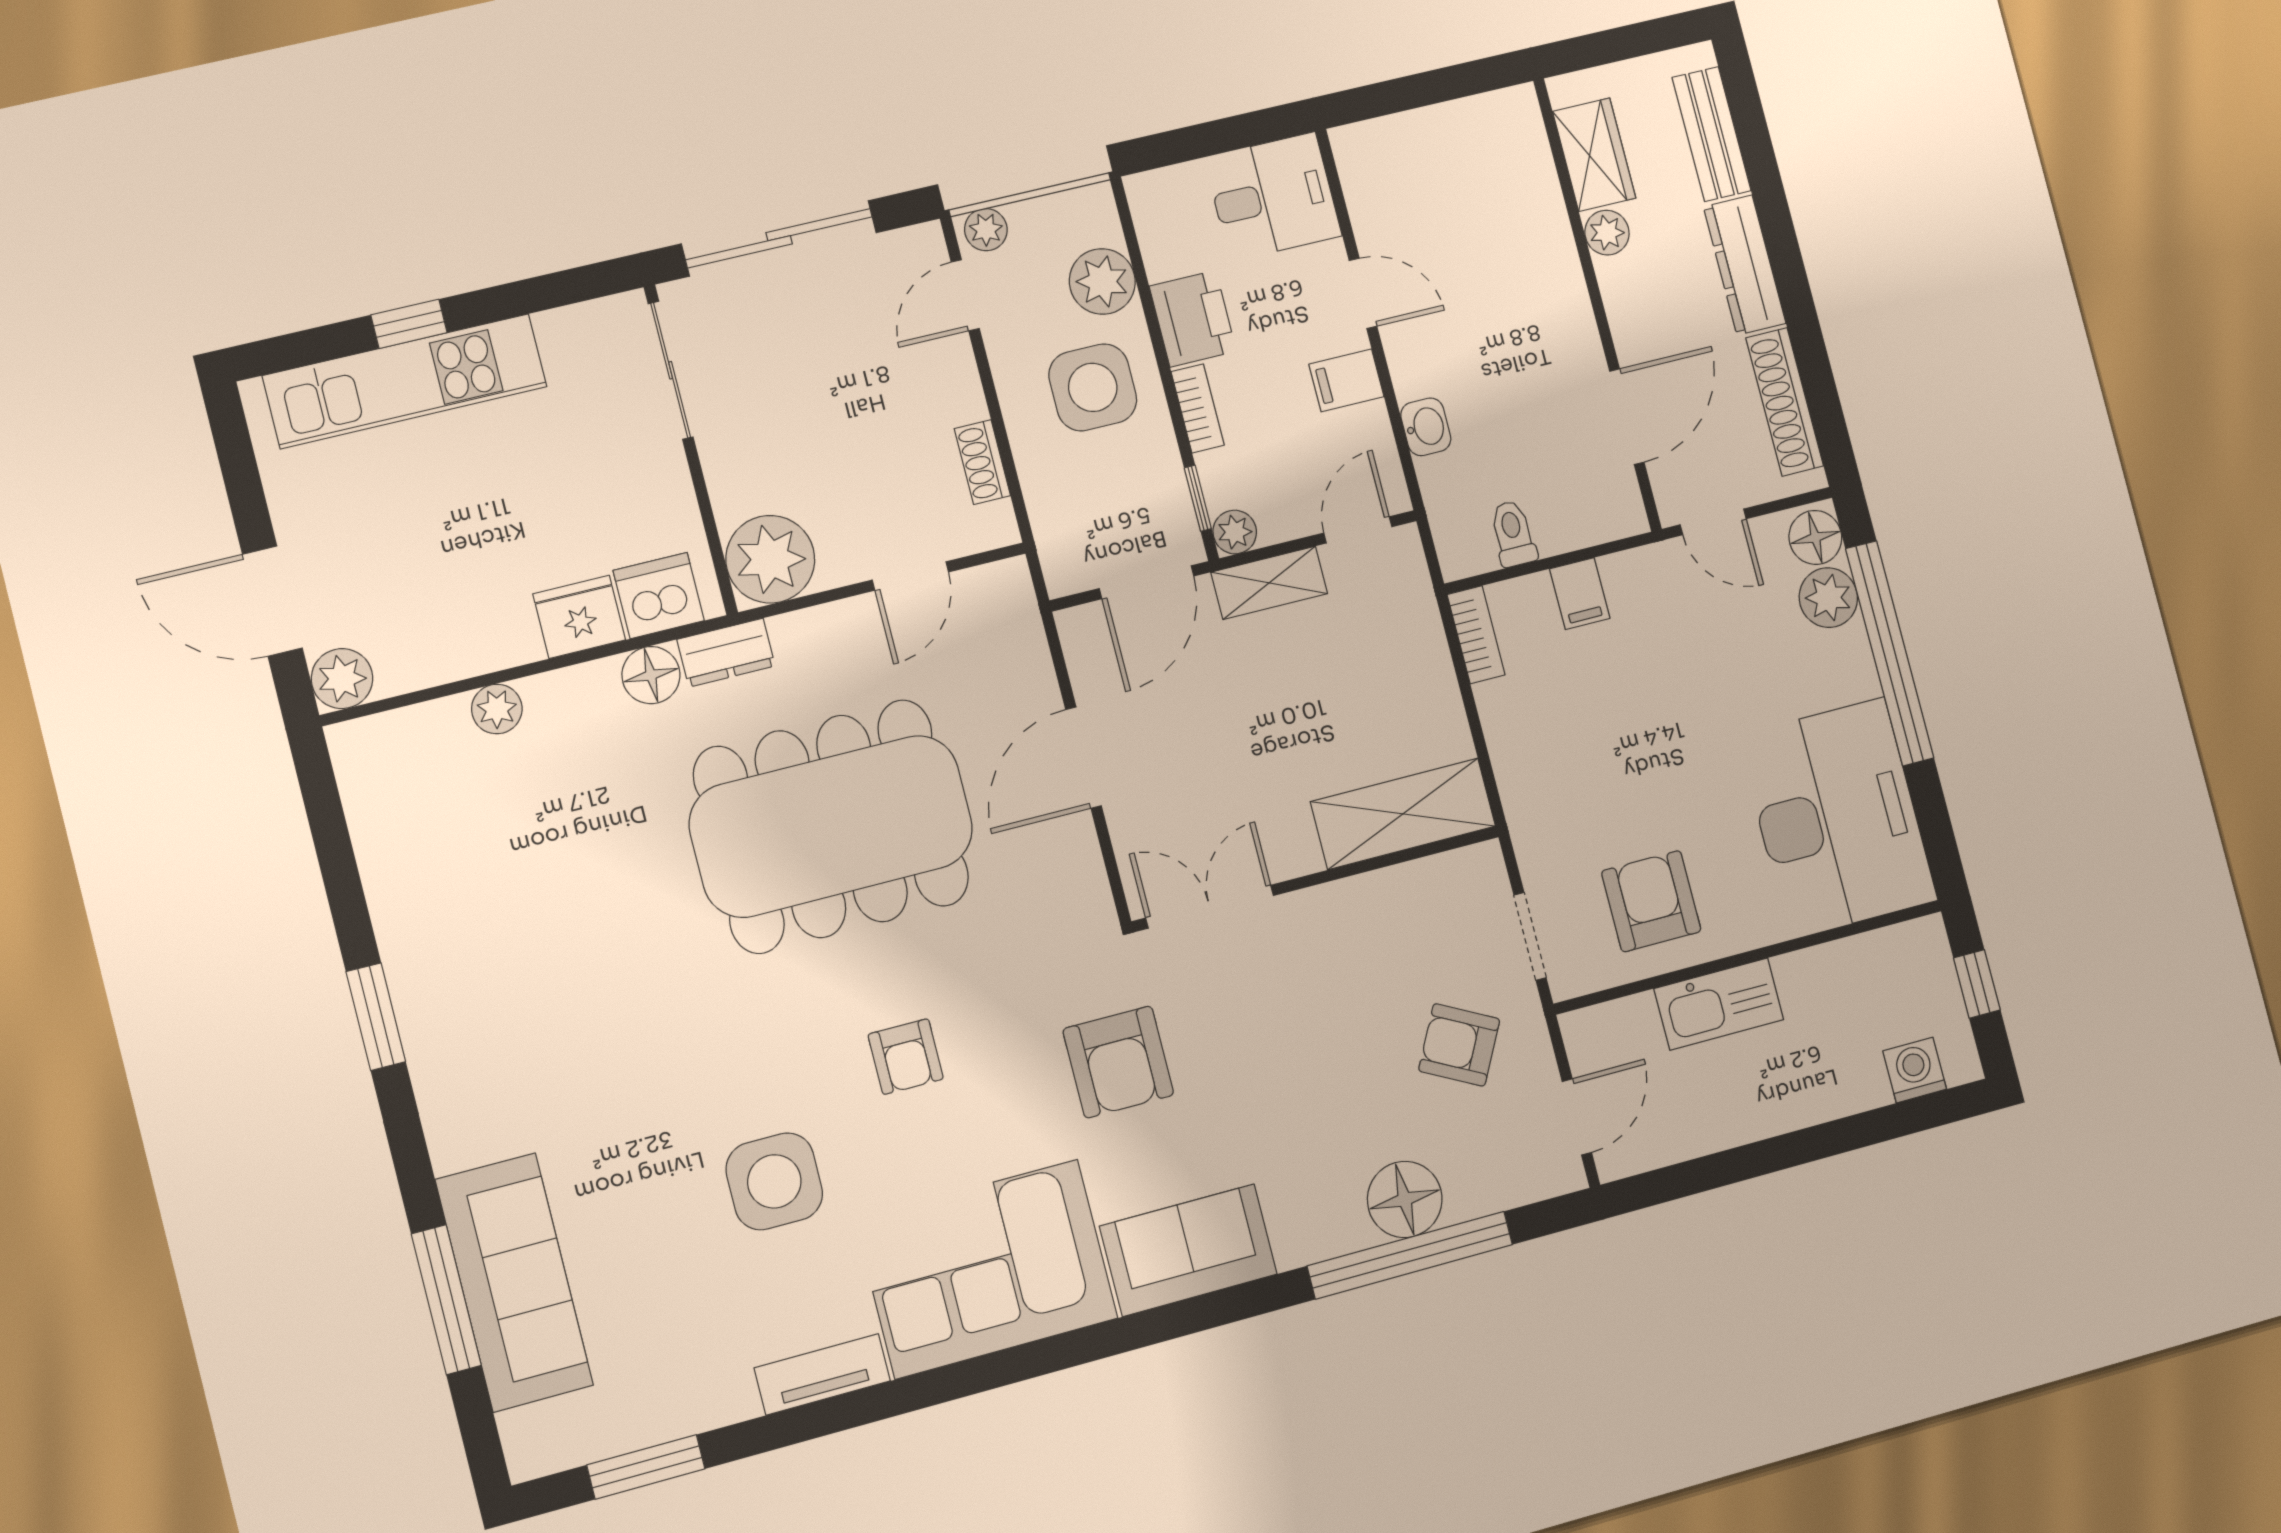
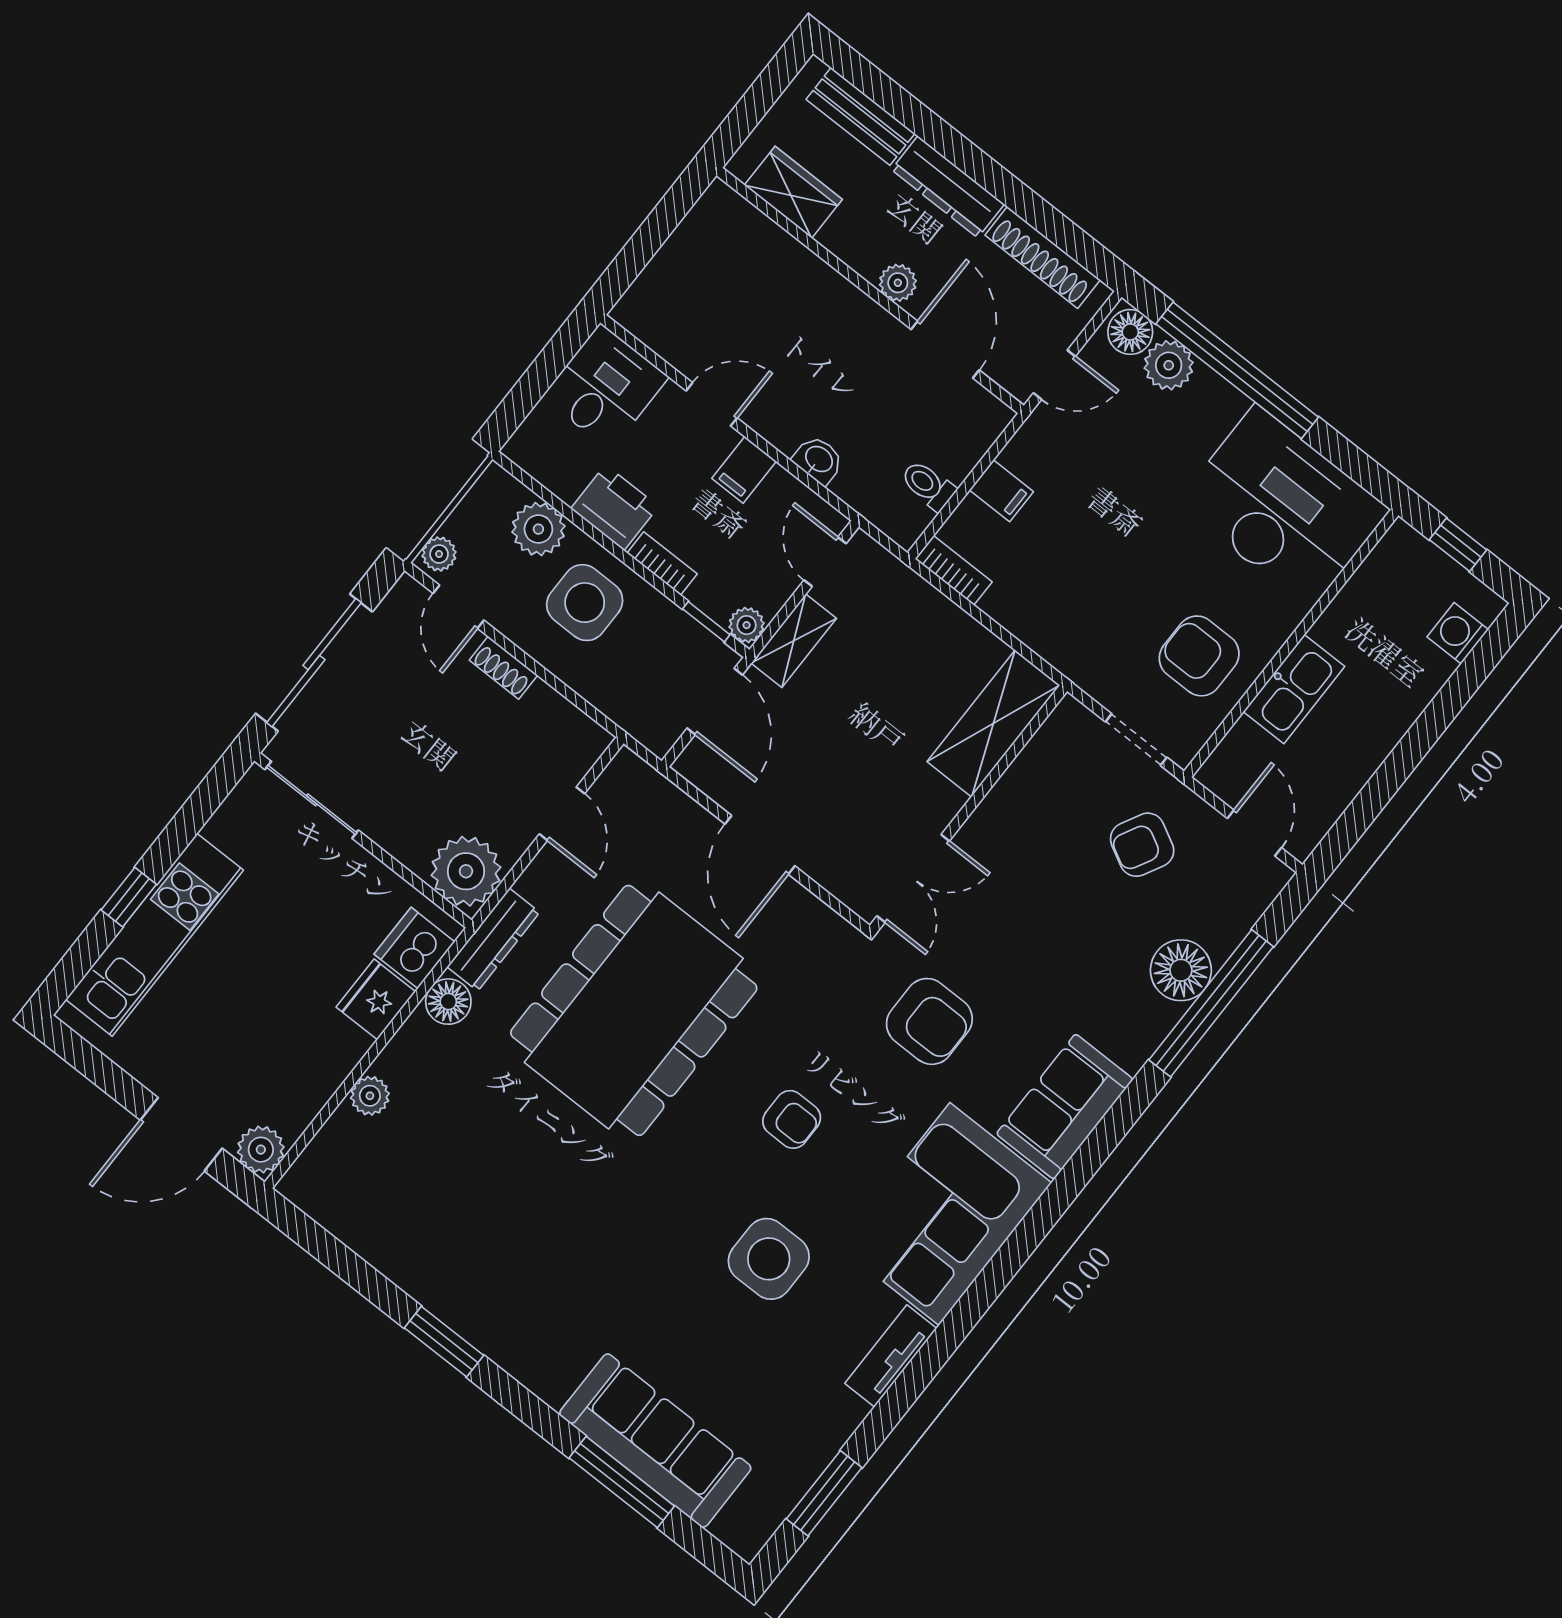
plant: (1607, 233) -> (898, 283), moved
shoe rack: (982, 462) -> (503, 668), moved
dresser: (726, 653) -> (493, 940), width x1.44
double door: (1210, 907) -> (913, 878), swing flipped

